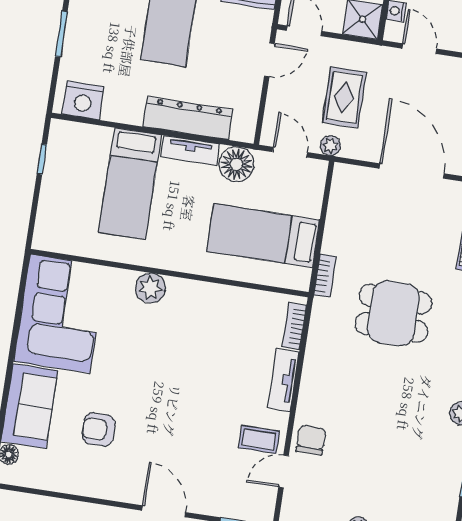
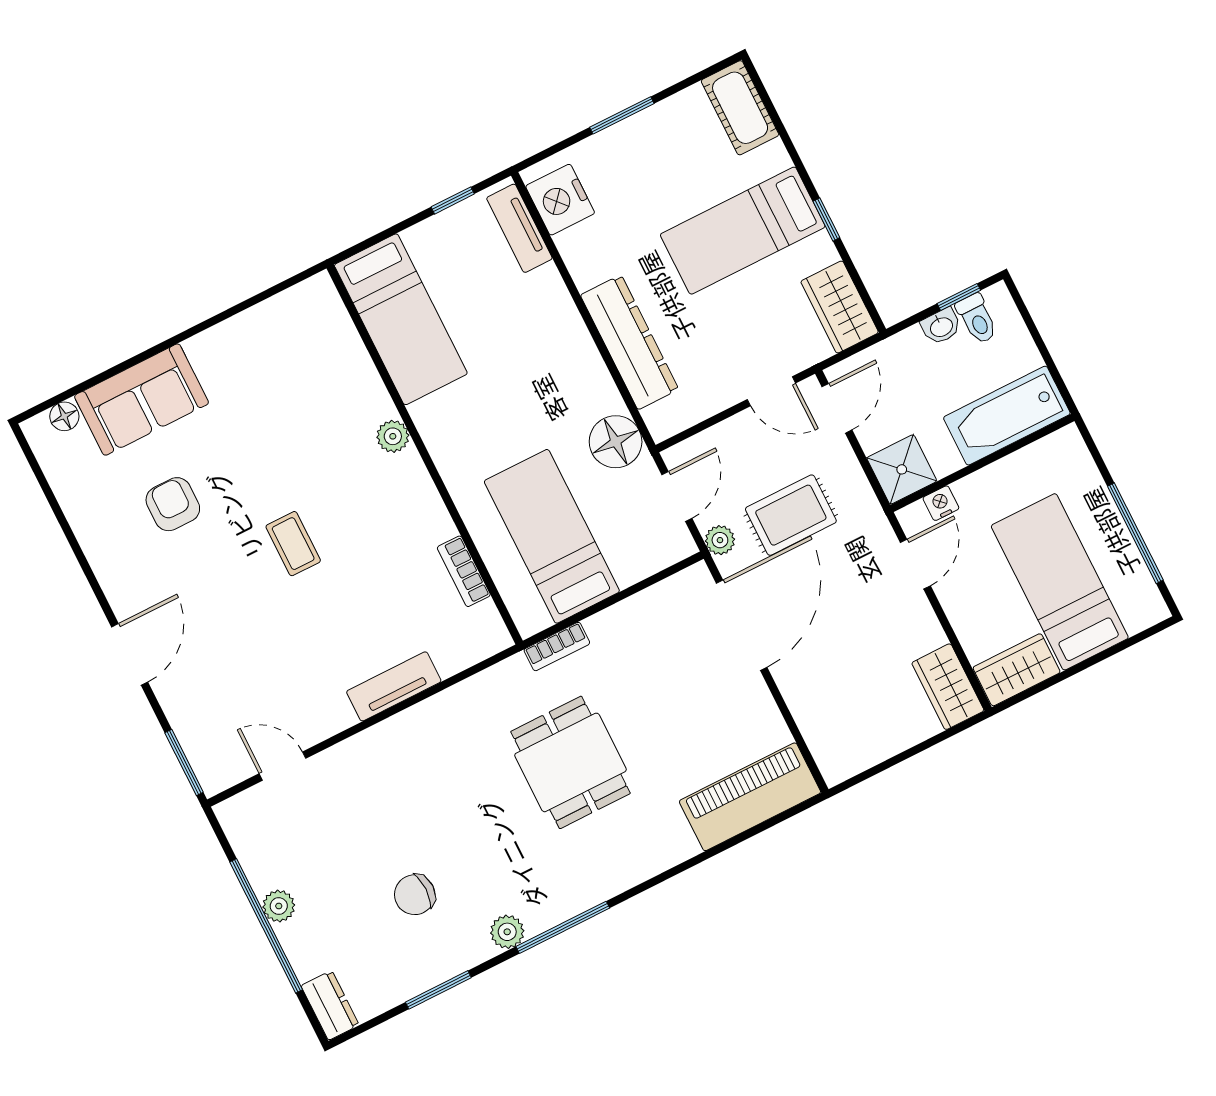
tv unit: (190, 150) -> (519, 228), moved
door: (412, 171) -> (742, 625), moved
bed: (130, 183) -> (401, 319), moved, turned -90
plant: (150, 288) -> (393, 436), width x0.73, depth x0.73
corner sofa: (60, 314) -> (280, 356), removed
bookcase: (294, 326) -> (464, 571), moved, turned -90
coffee table: (259, 440) -> (293, 544), moved
chair: (311, 440) -> (415, 895), moved, turned 180

